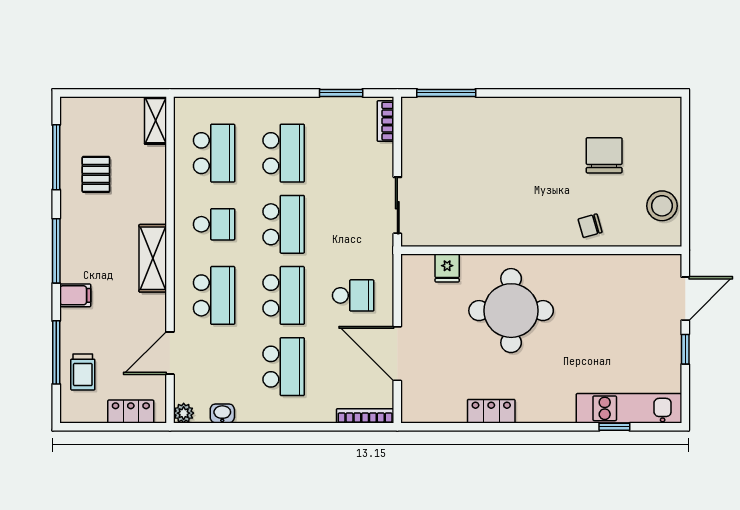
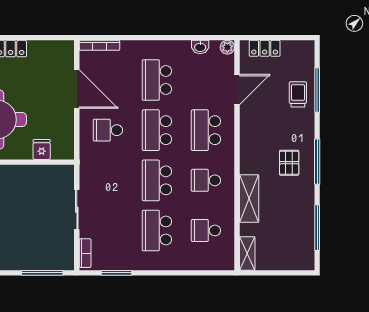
school desk: (214, 153) -> (206, 230), width x0.54
pallet: (96, 174) -> (289, 163), moved
sliding door: (397, 205) -> (77, 210), moved
shelving: (153, 258) -> (249, 199), moved
filing cabinet: (75, 295) -> (304, 130), removed
trolley: (83, 372) -> (298, 94), moved

